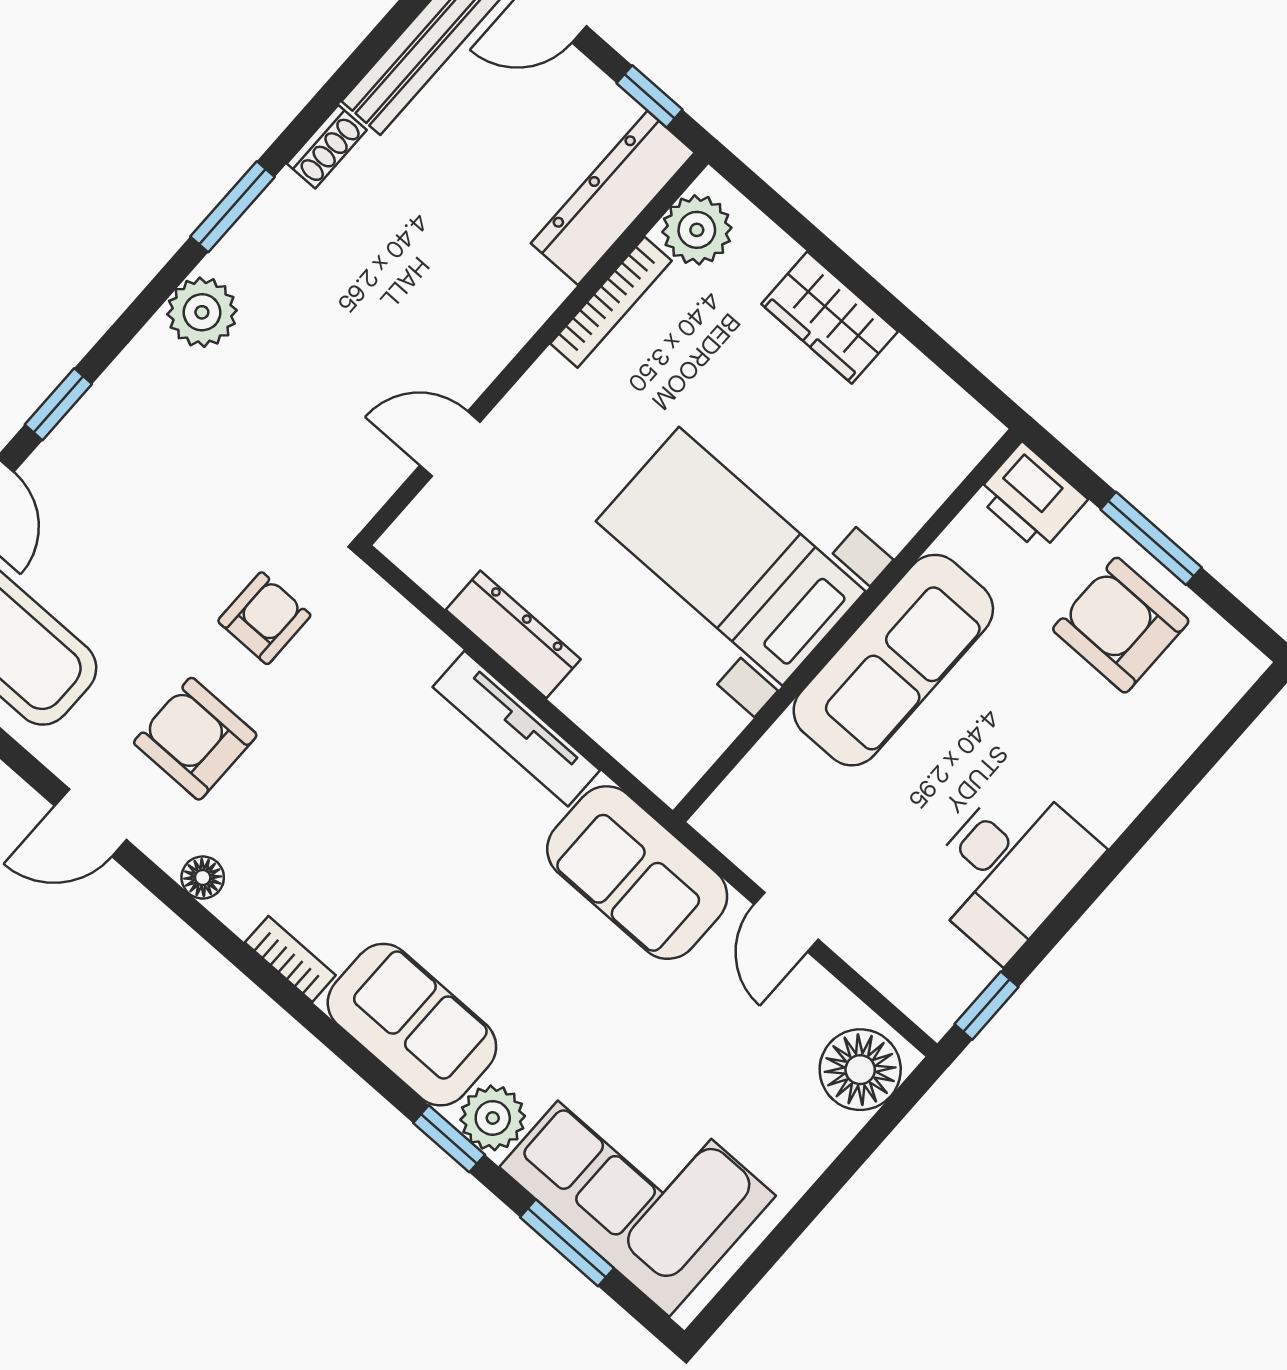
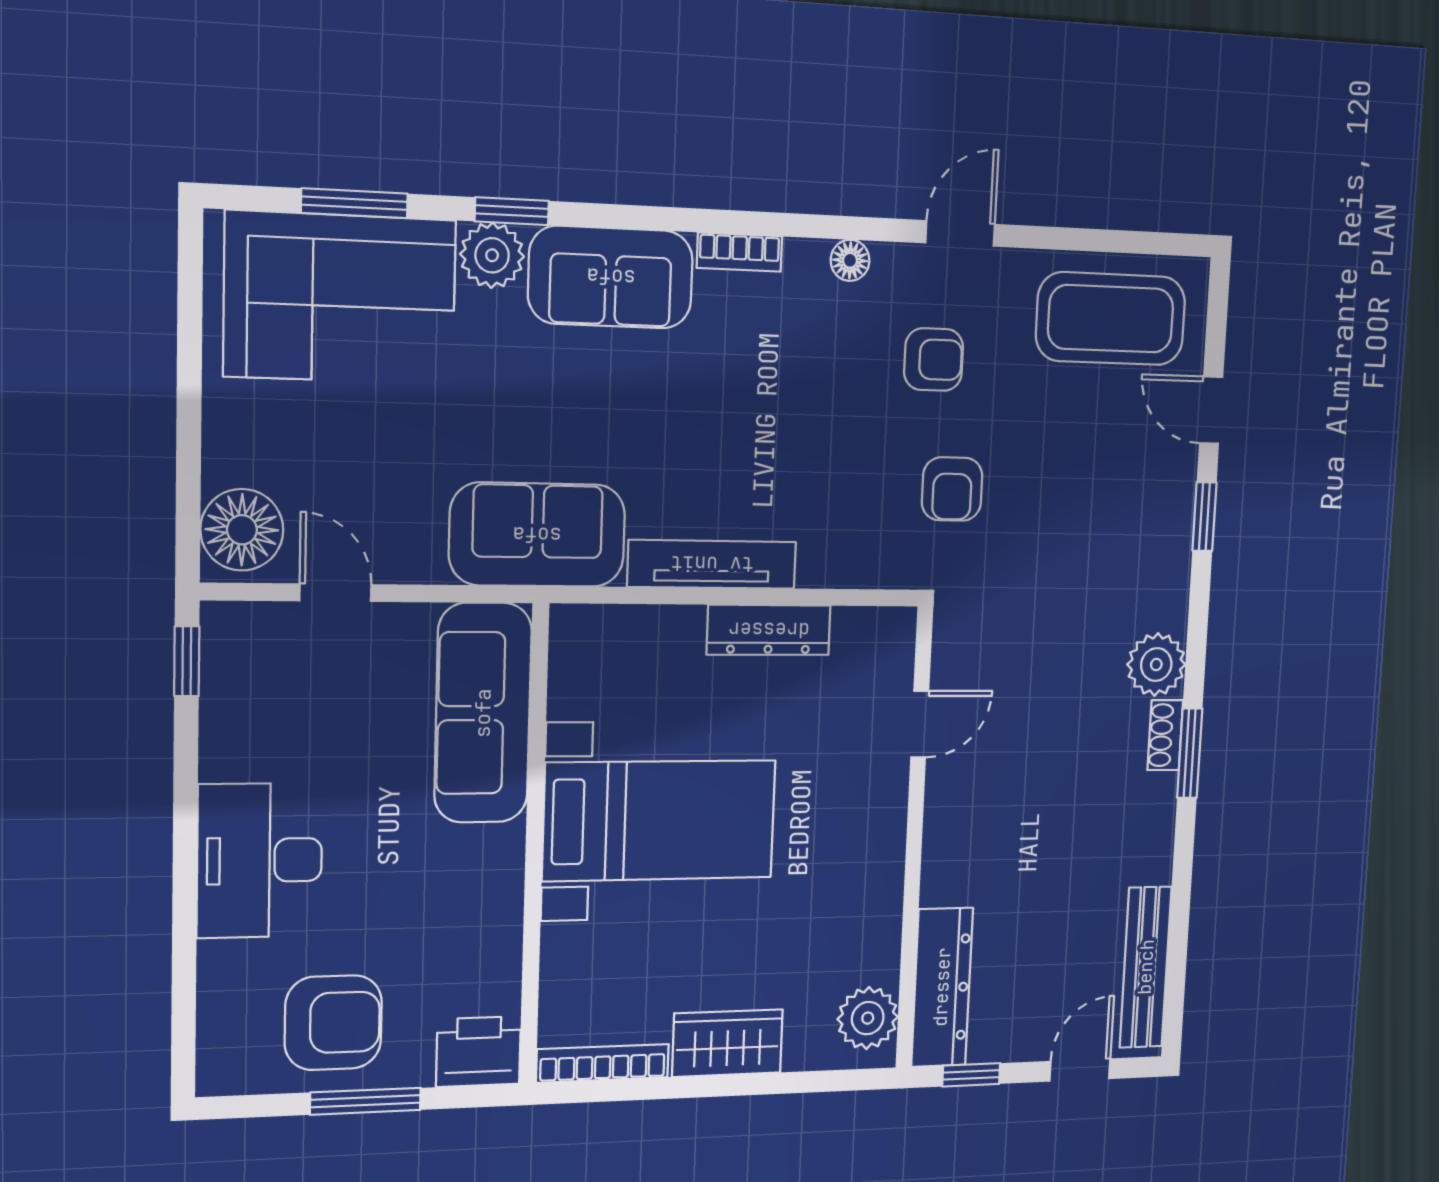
shoe rack: (327, 147) -> (1165, 735), moved
bookcase: (611, 302) -> (603, 1063), moved, turned 90
sofa: (893, 660) -> (483, 713), moved
armchair: (195, 739) -> (934, 360), width x0.72, depth x0.72
desk: (1009, 868) -> (260, 860), moved
door: (786, 922) -> (335, 593), moved

